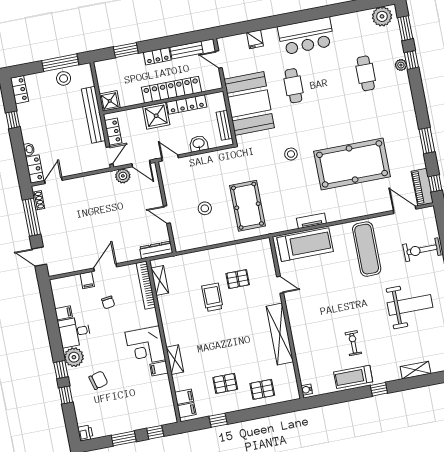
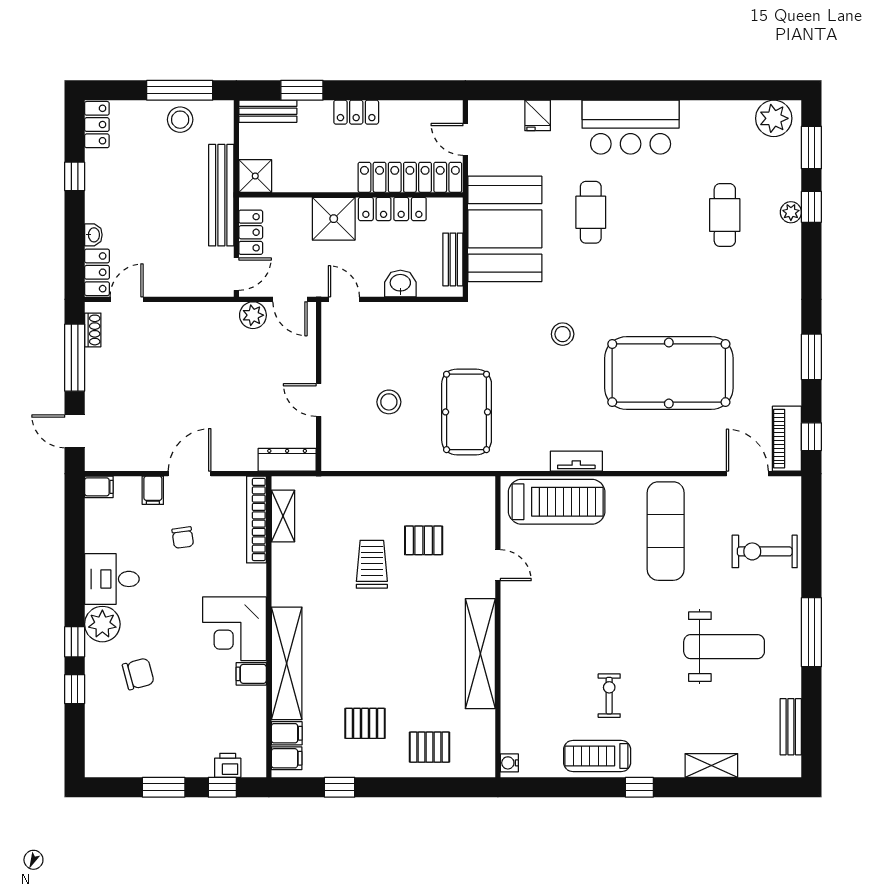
bench: (186, 50) -> (268, 111), moved
locker: (171, 90) -> (410, 177), moved
filing cabinet: (64, 313) -> (99, 487), moved
shelving: (175, 360) -> (287, 663), width x2.20, depth x1.33
printer: (85, 433) -> (228, 765), moved, turned -90

